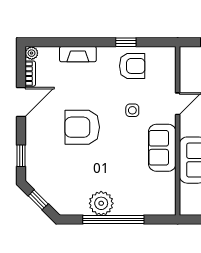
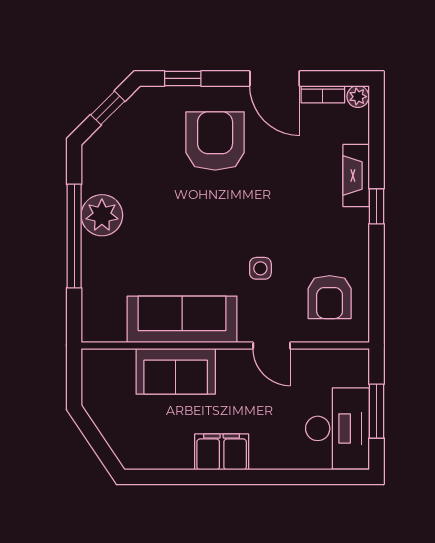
window: (126, 42) -> (376, 206), moved
armchair: (132, 66) -> (330, 297), moved
armchair: (82, 127) -> (215, 141), moved
sofa: (162, 148) -> (182, 319), width x1.36

